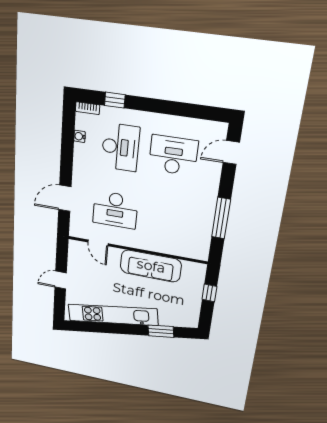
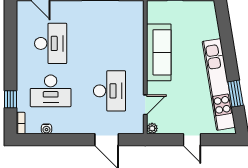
desk: (120, 147) -> (51, 91), turned 180
desk: (173, 155) -> (51, 43), turned 180
plant: (74, 245) -> (152, 128), added
window: (161, 331) -> (236, 94), moved

